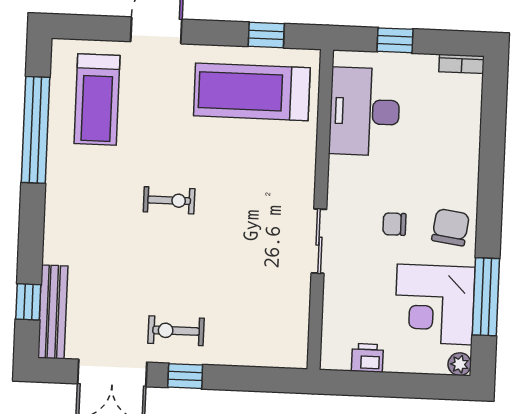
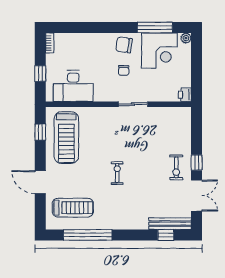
printer: (367, 358) -> (185, 95), moved

